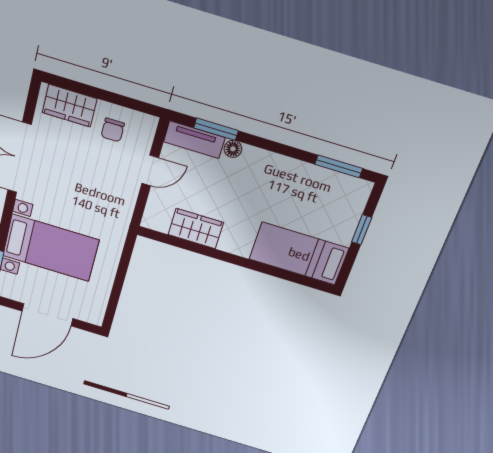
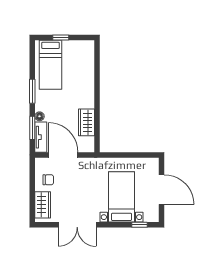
window: (339, 166) -> (32, 91), moved
door: (150, 171) -> (63, 155), width x1.87
bed: (299, 254) -> (51, 65), moved

